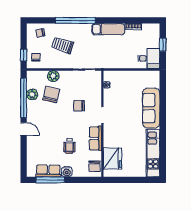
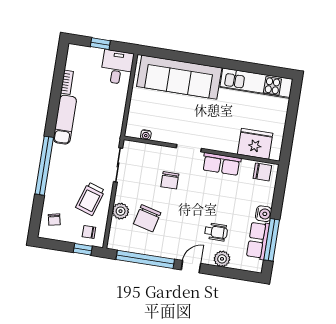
trolley: (62, 45) -> (90, 199), moved
plant: (32, 94) -> (222, 259), moved
chair: (51, 95) -> (147, 218), turned -89
sofa: (151, 108) -> (179, 77), width x1.36, depth x1.27
wheelchair: (69, 146) -> (216, 232), moved

